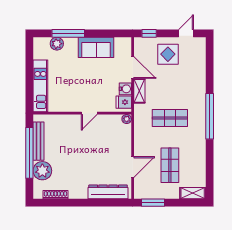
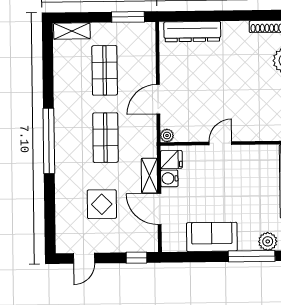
display table: (168, 54) -> (102, 204), moved
shop shelf: (170, 118) -> (105, 138), turned 90
door: (133, 167) -> (158, 99), moved

